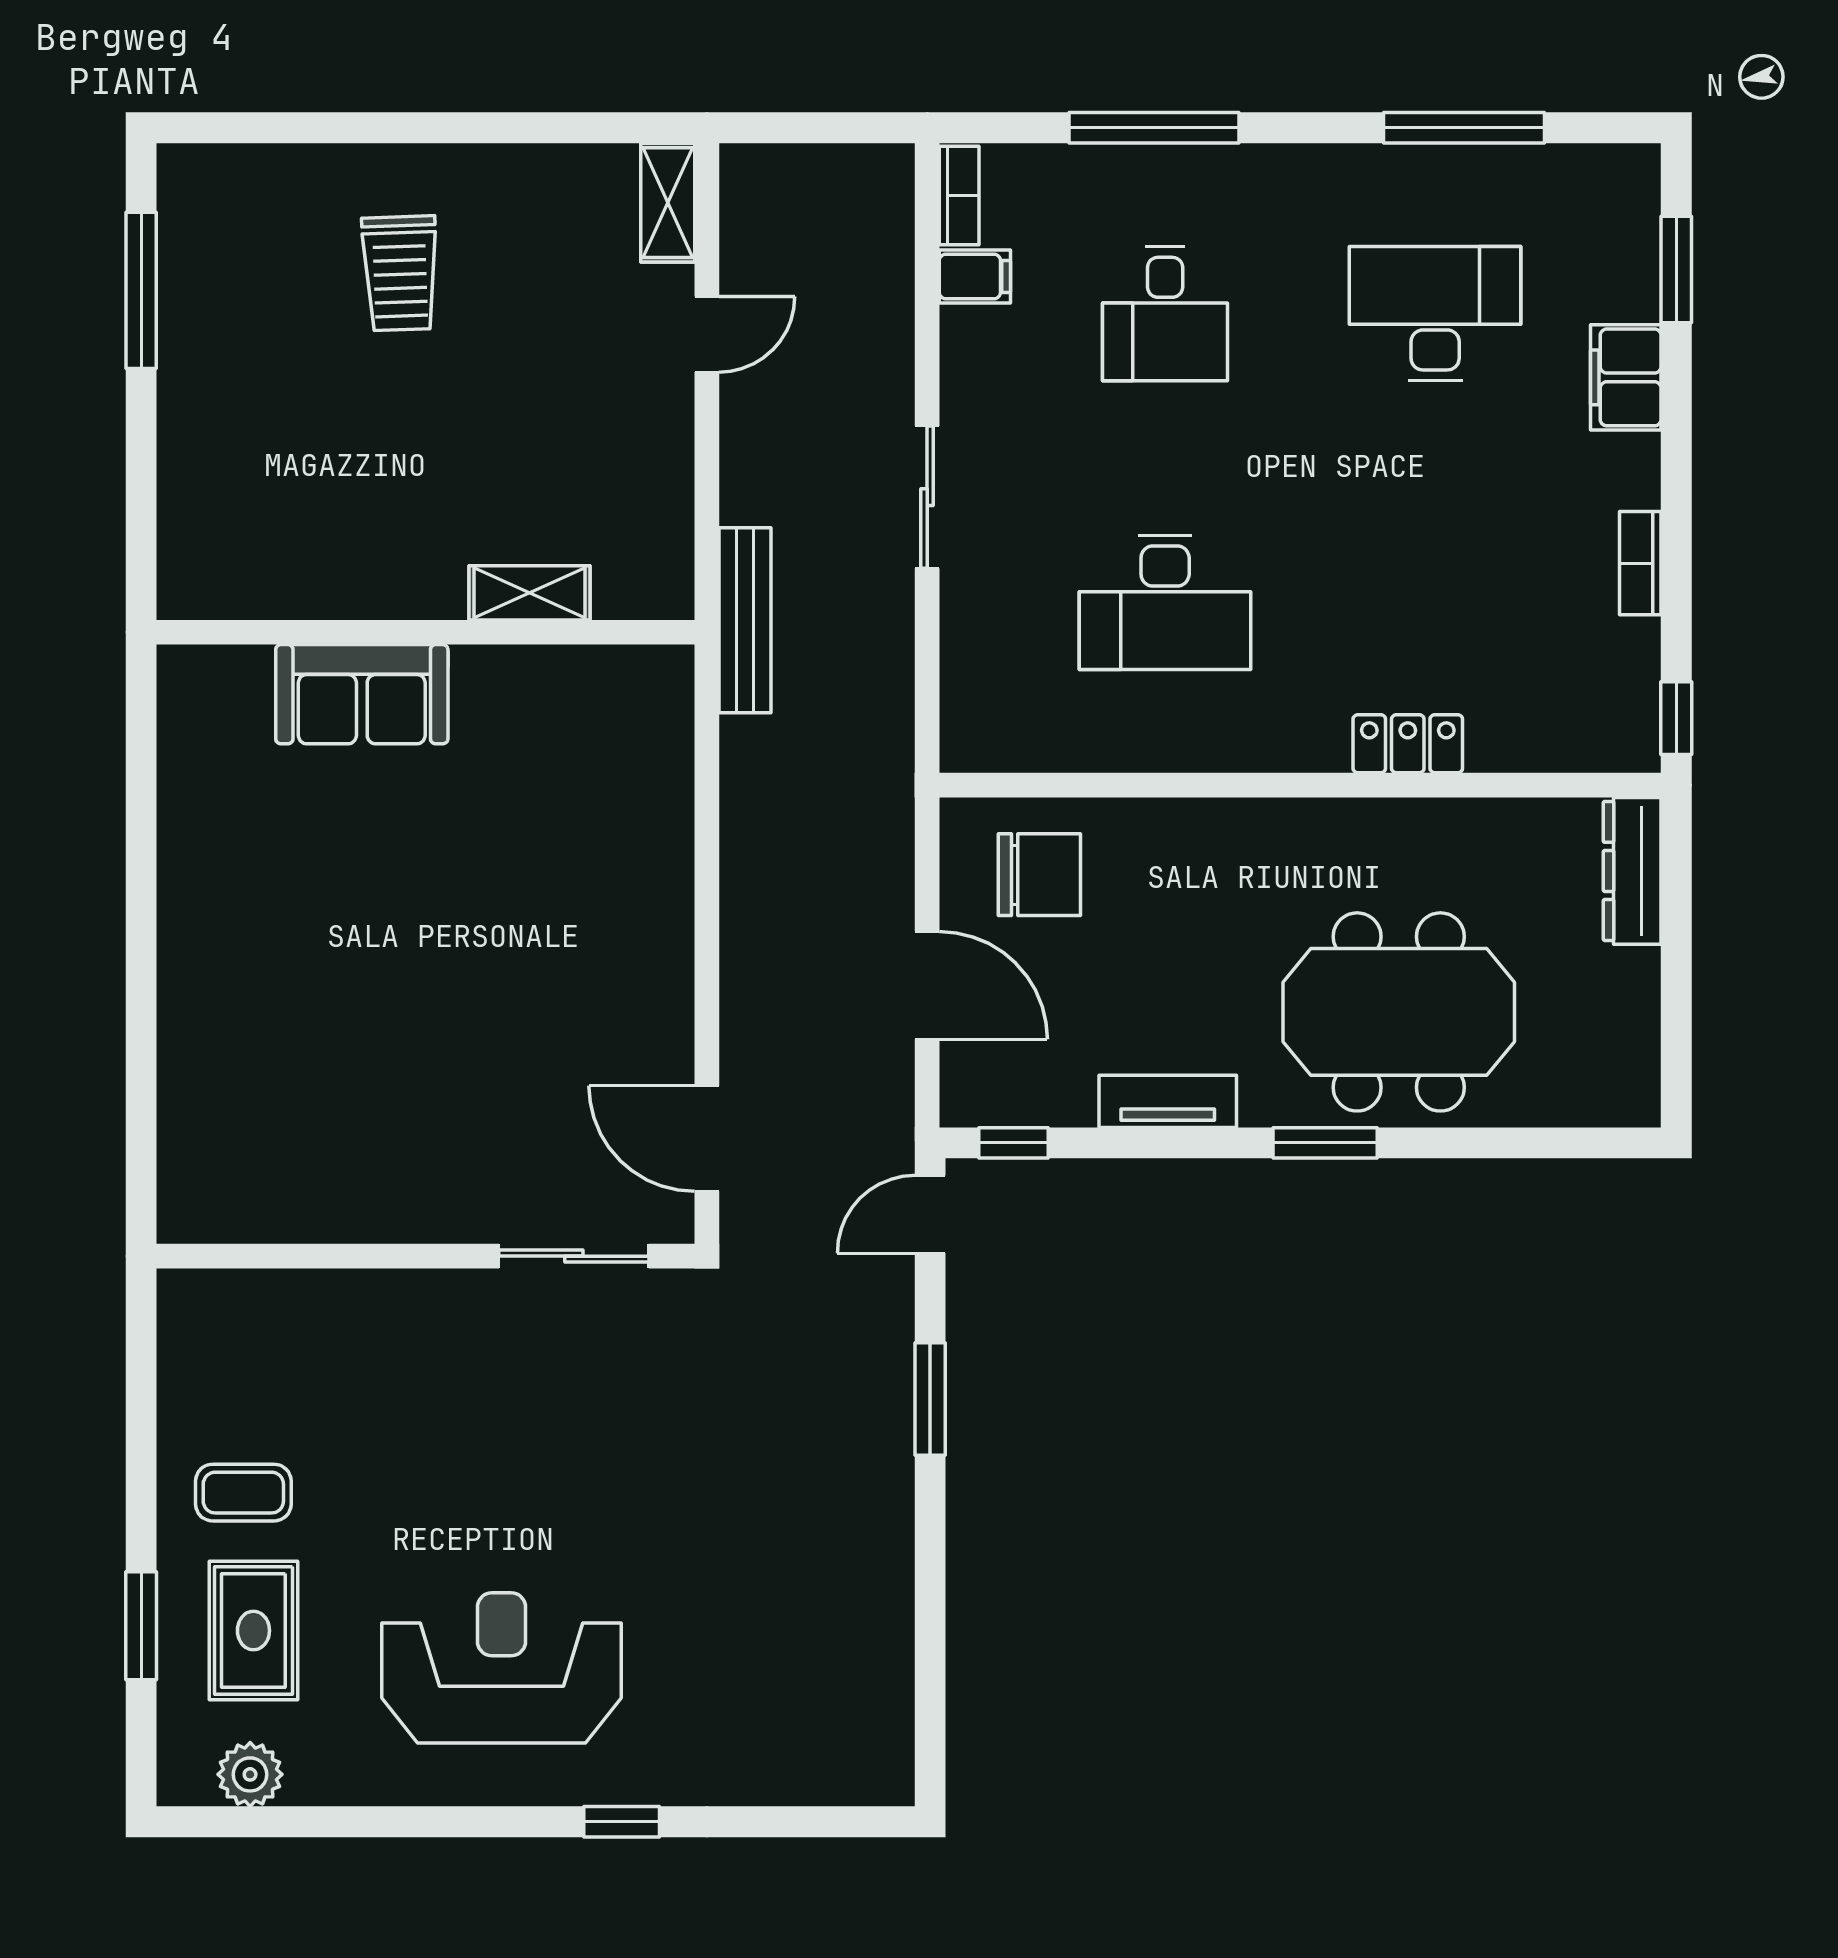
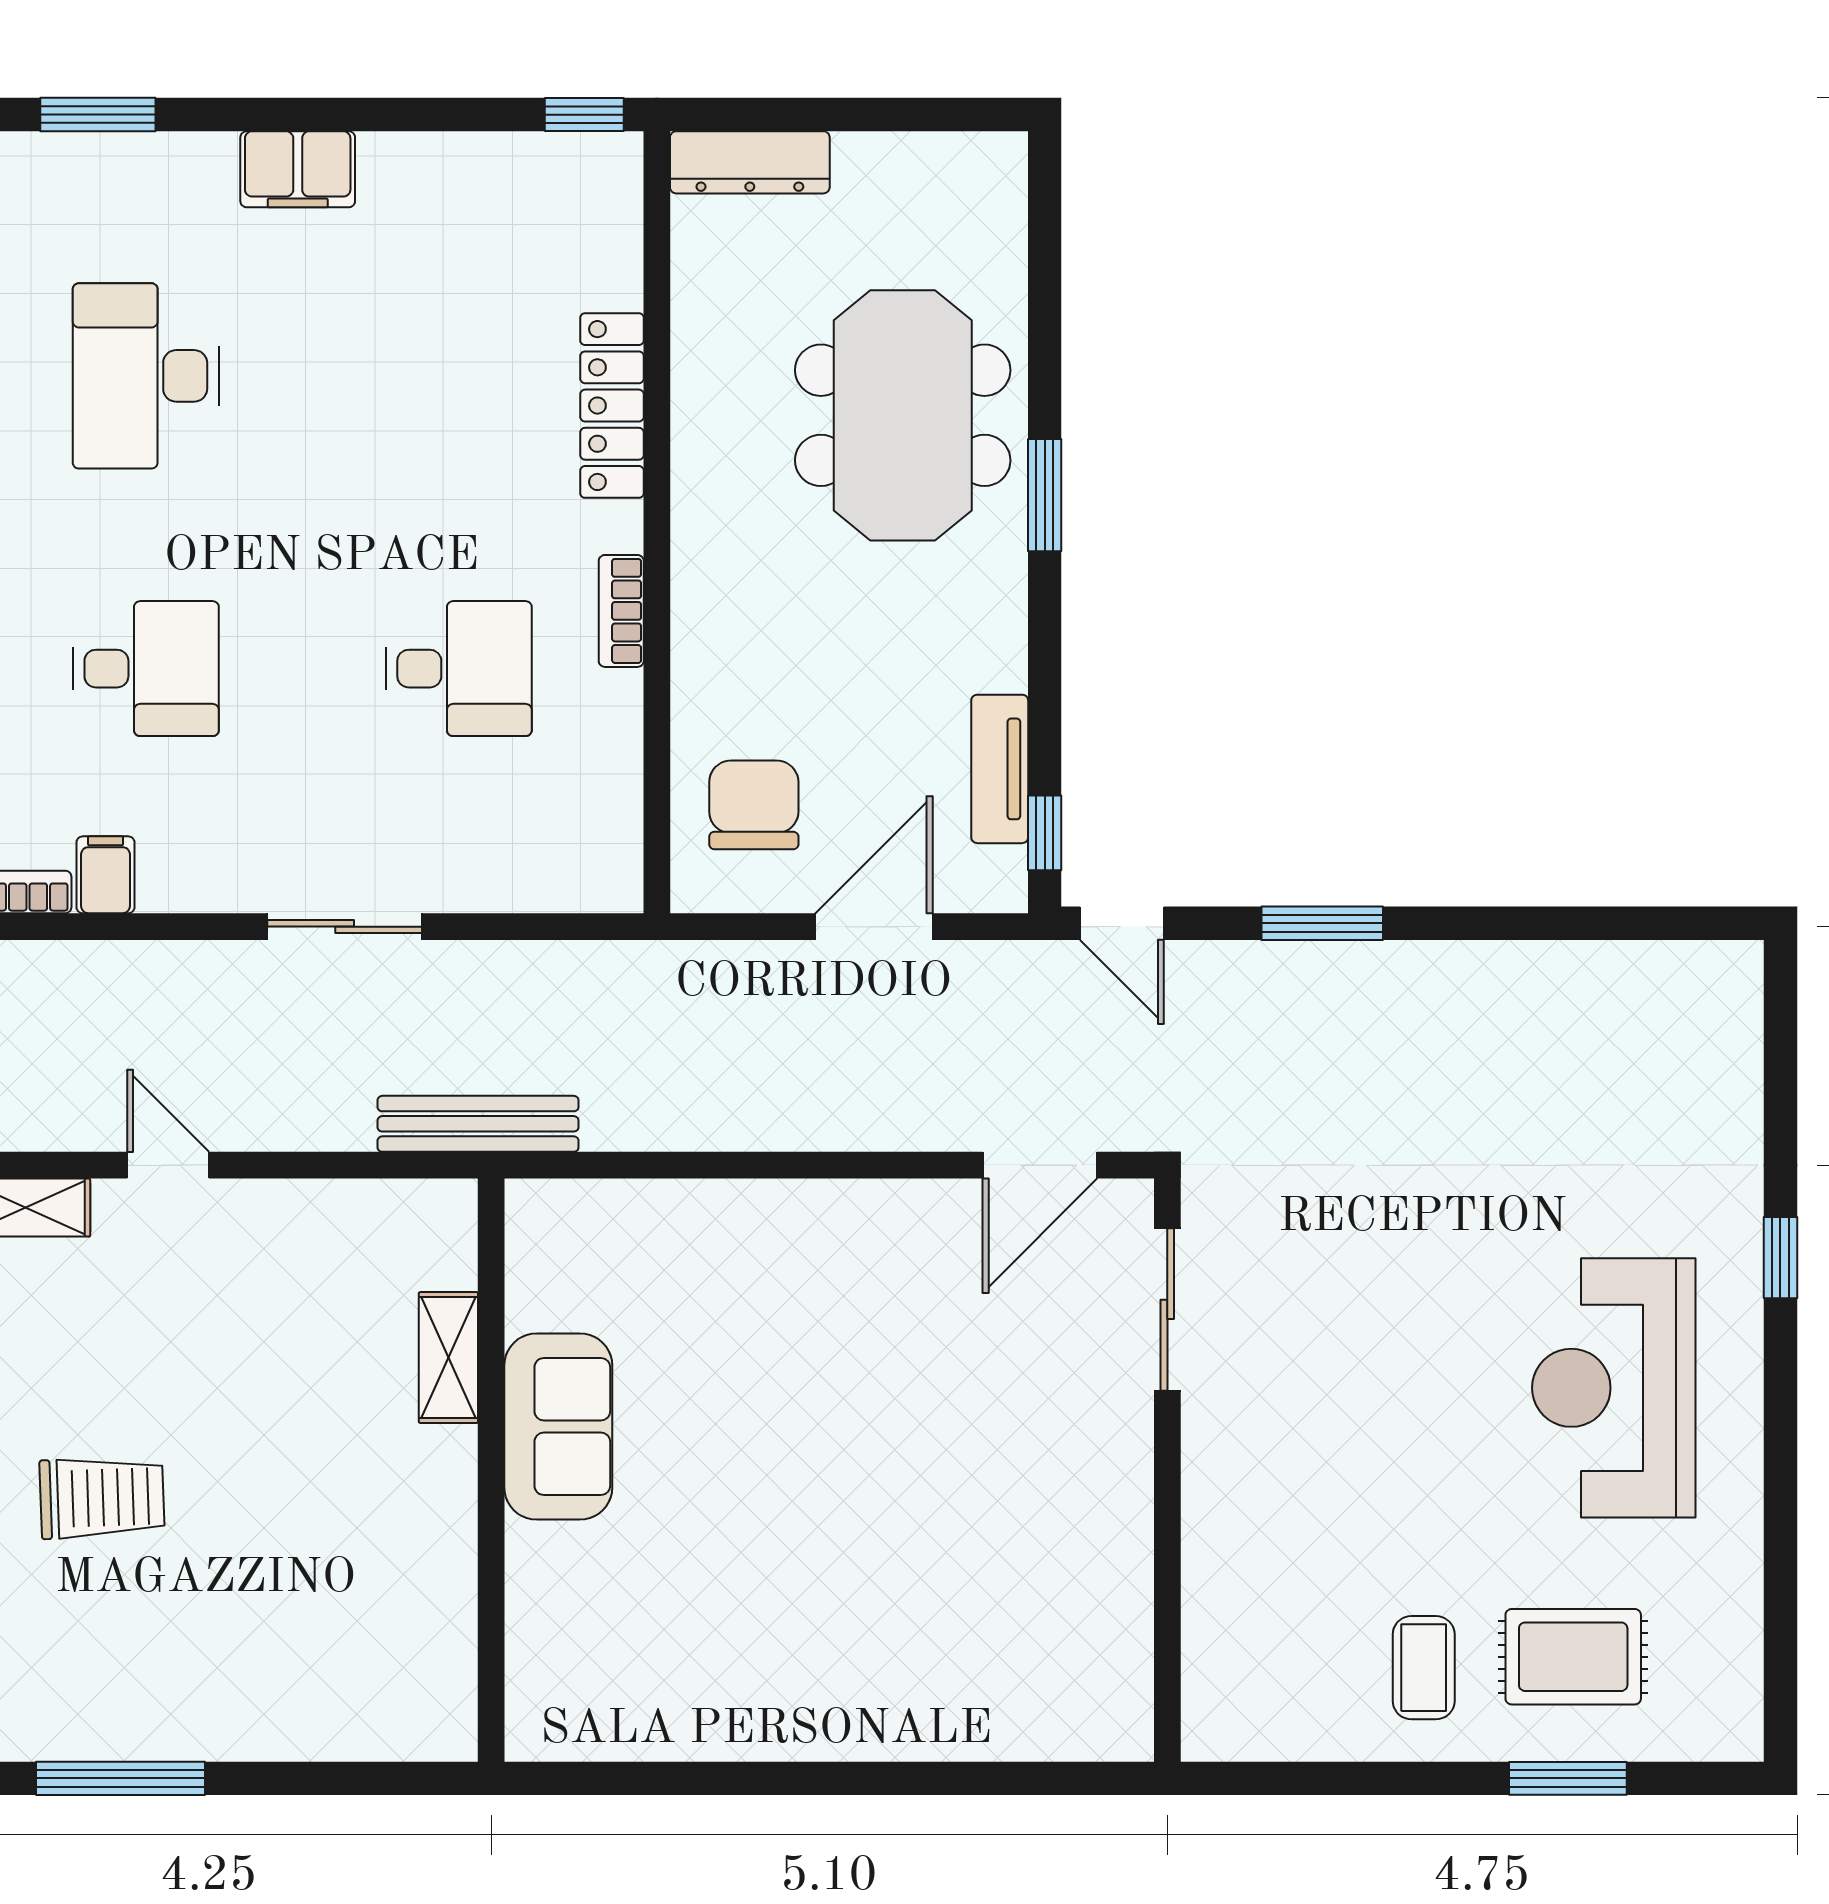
filing cabinet: (1626, 377) -> (298, 169), moved
bookcase: (1640, 563) -> (621, 611), moved, turned 90
desk: (1165, 602) -> (459, 669), width x0.73
sofa: (362, 694) -> (558, 1427), moved
locker: (1408, 744) -> (612, 406), width x1.53
tv unit: (1168, 1101) -> (1000, 769), moved
plant: (250, 1774) -> (1729, 1660), removed

